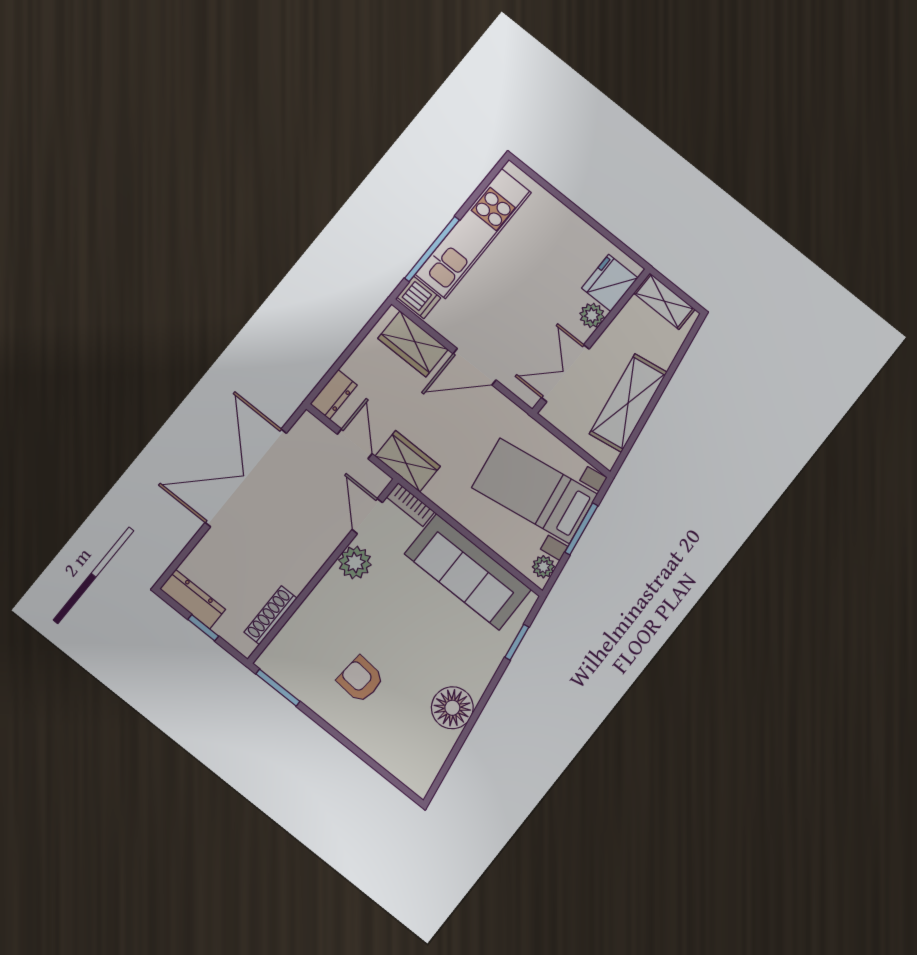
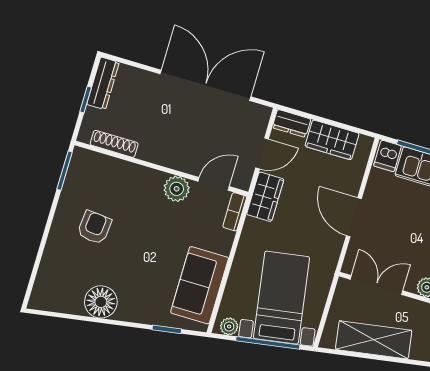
wardrobe: (413, 344) -> (332, 140), moved, turned -90
window: (581, 529) -> (268, 343), width x1.44
sofa: (468, 572) -> (200, 285), width x0.73

